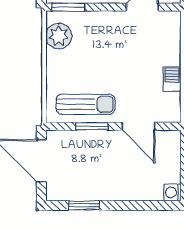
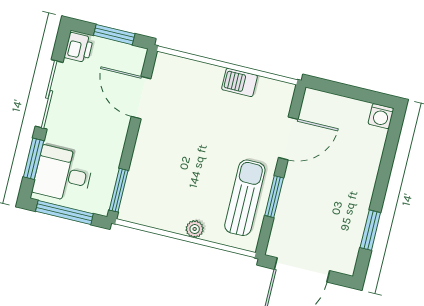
plant: (59, 36) -> (195, 229), moved, width x0.53, depth x0.53

